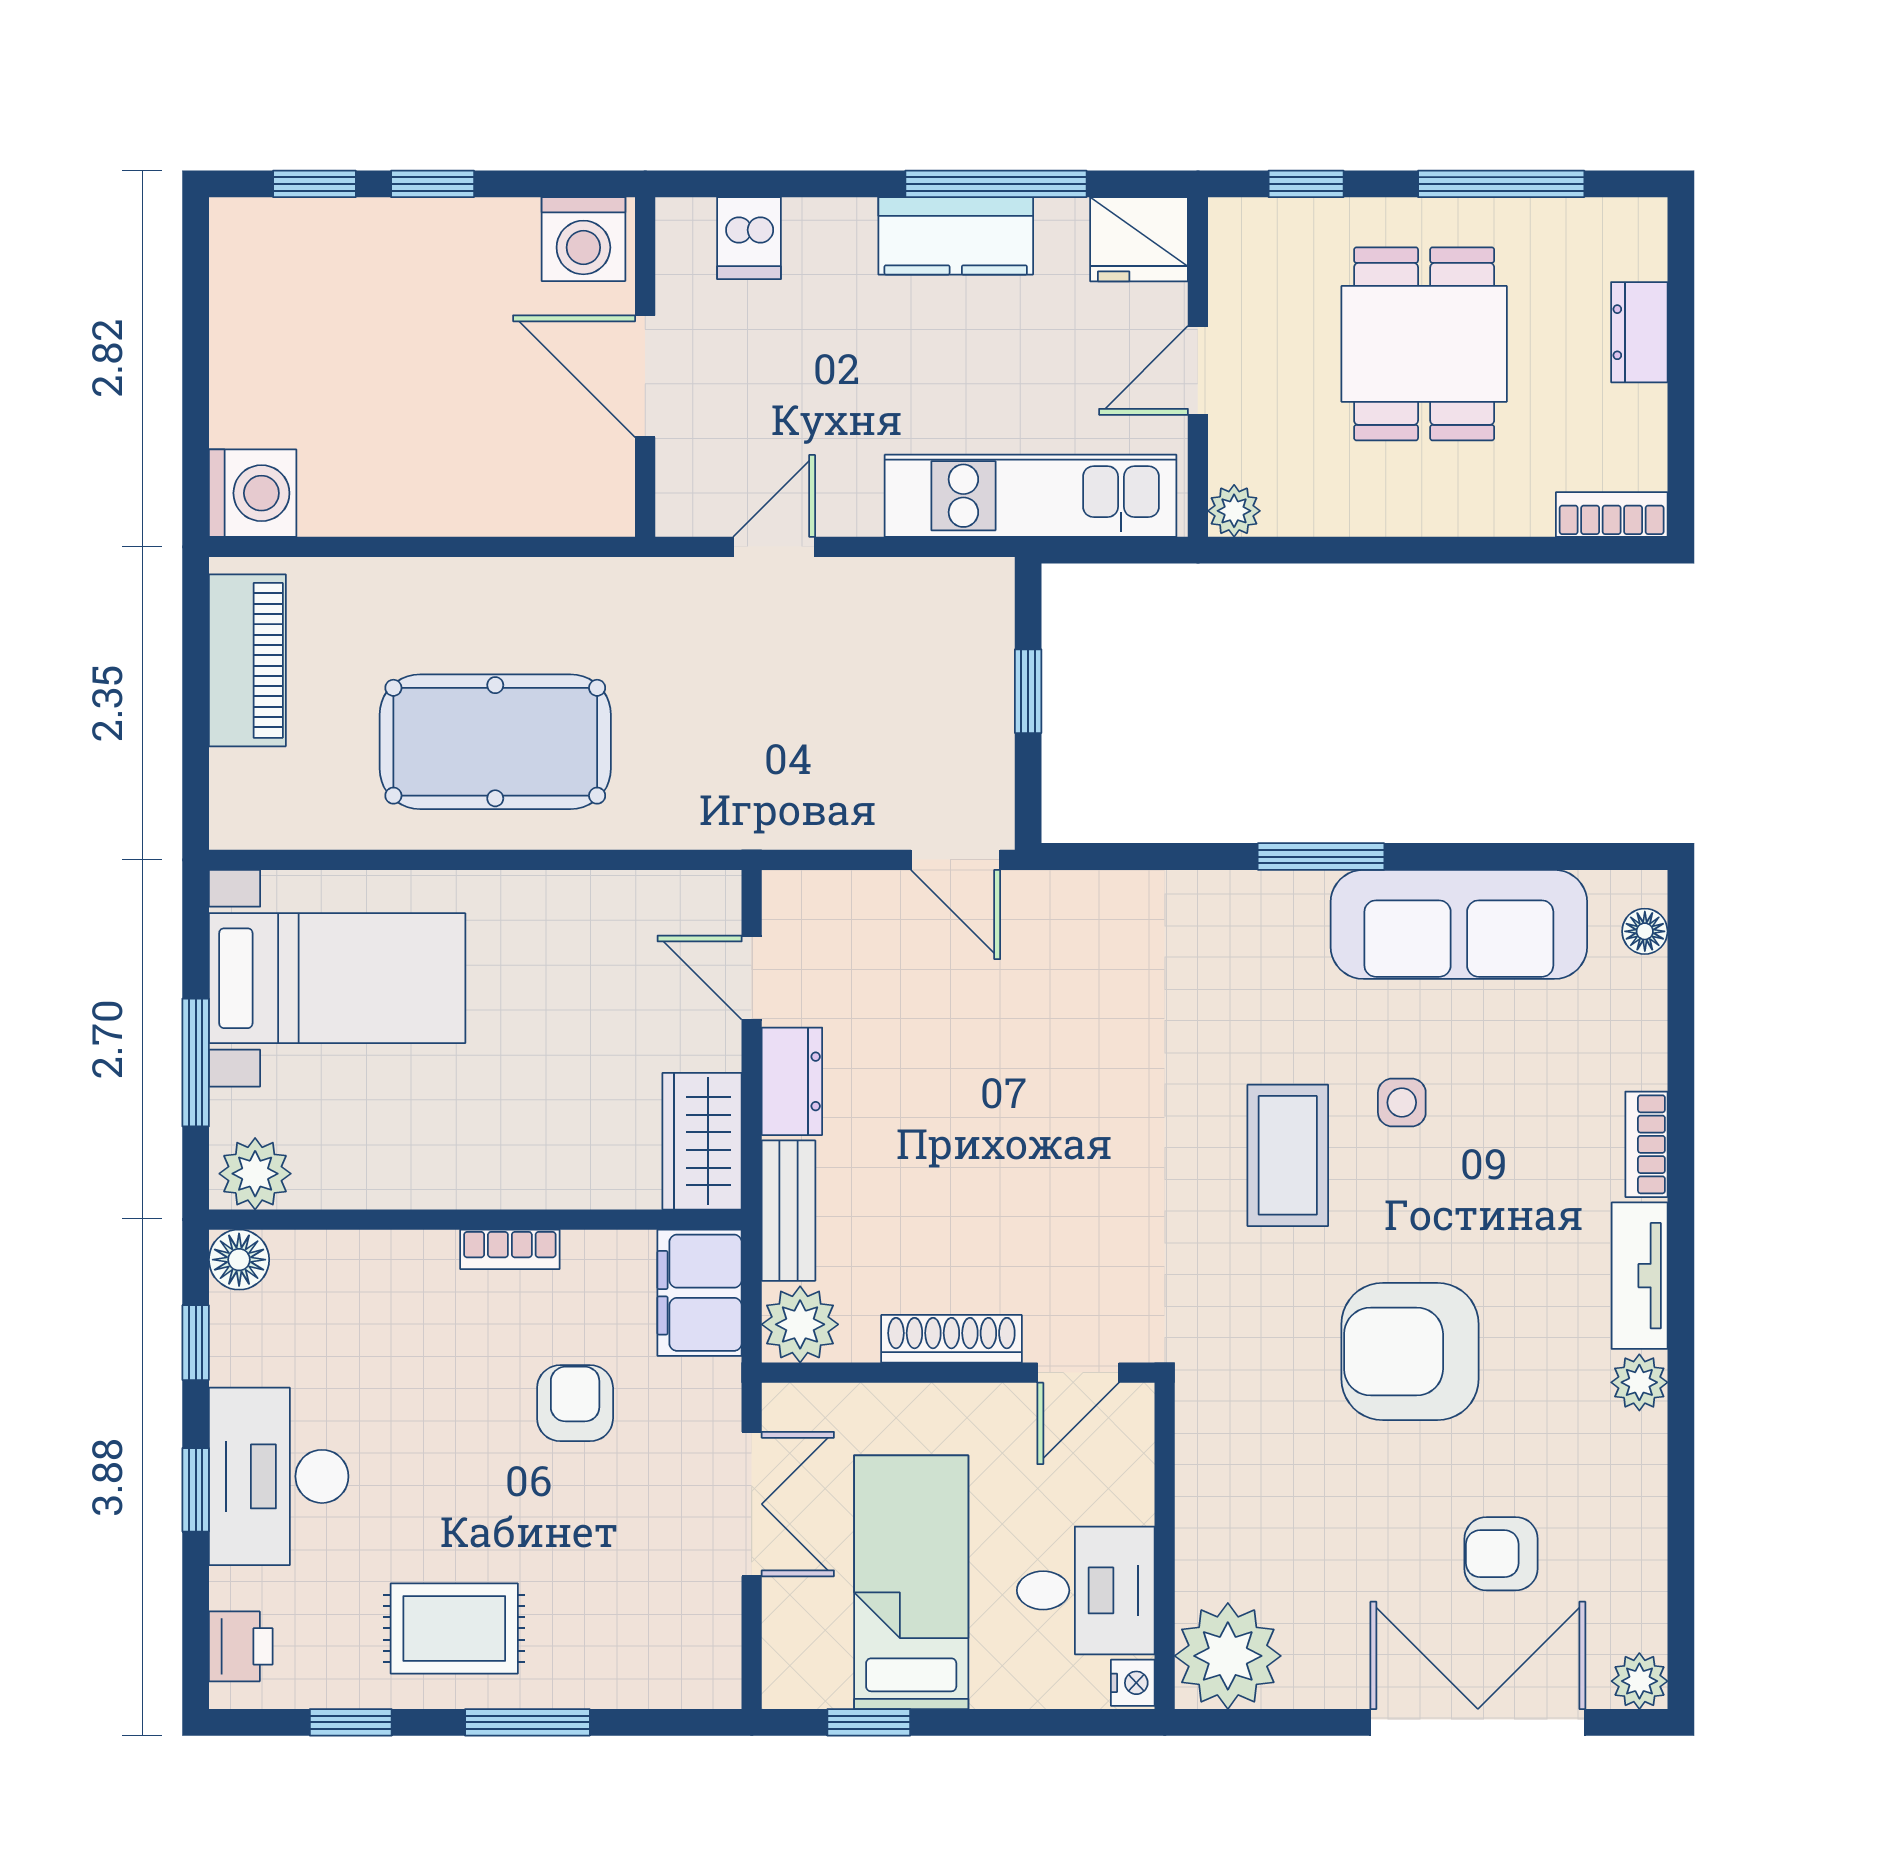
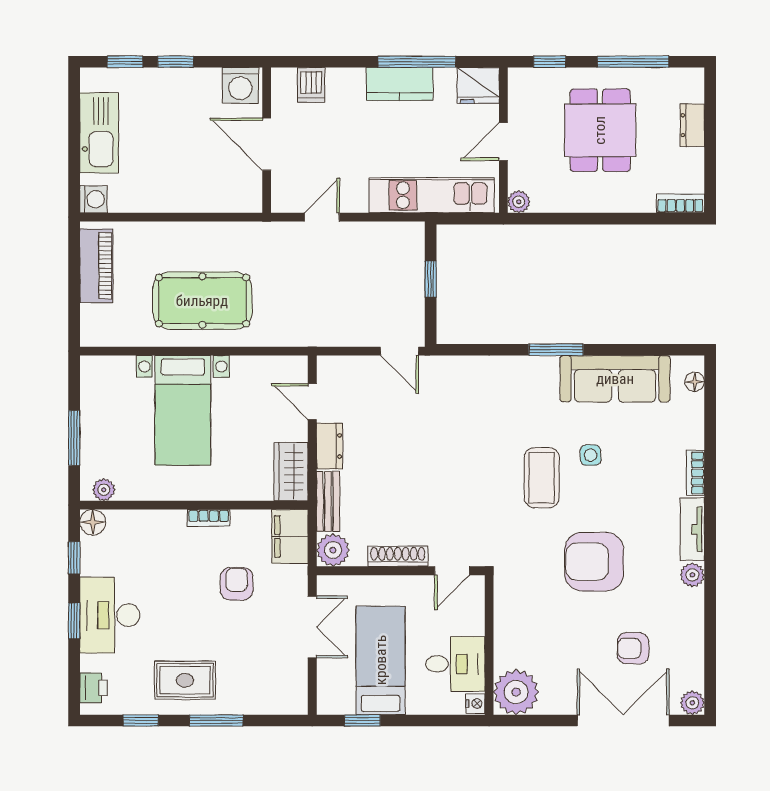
kitchen sink: (254, 350) -> (99, 133), added
washing machine: (253, 493) -> (93, 199), width x0.73, depth x0.73
bed with nightstands: (337, 978) -> (183, 410), moved, turned 90
plant: (255, 1174) -> (104, 490), width x0.73, depth x0.73

